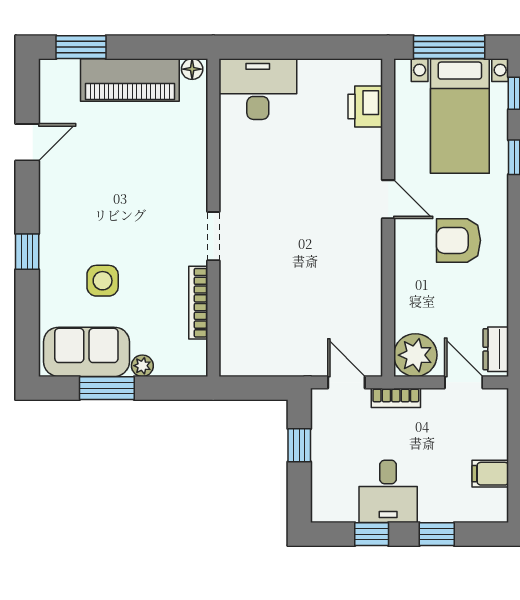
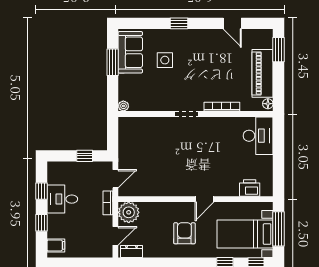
bookcase: (198, 303) -> (222, 107), moved
plant: (142, 366) -> (123, 106), moved
filing cabinet: (490, 474) -> (56, 245), moved, turned 90

